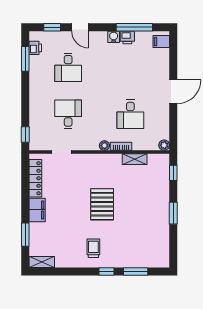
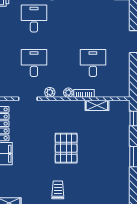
desk: (68, 67) -> (34, 19), turned 180
desk: (130, 114) -> (93, 63), turned 180
plant: (164, 145) -> (50, 92), moved

